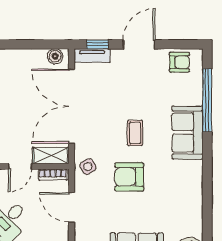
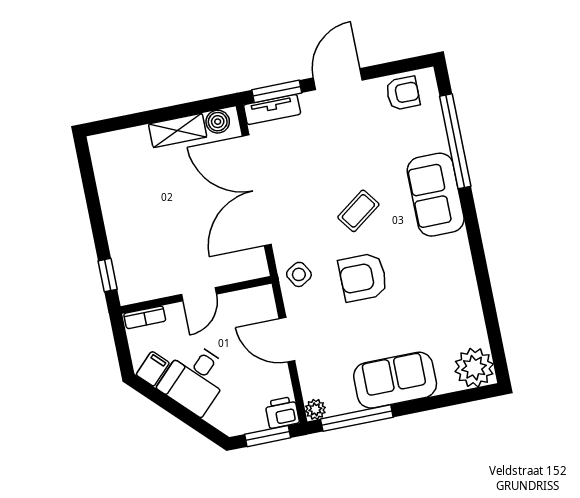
window: (98, 44) -> (277, 91), width x1.50
coffee table: (135, 133) -> (358, 211), turned 54
shelving: (51, 156) -> (178, 130), moved
bookcase: (53, 175) -> (249, 297), removed

